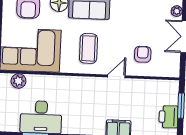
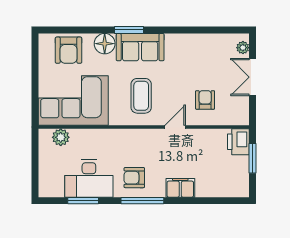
printer: (169, 117) -> (238, 142), moved
armchair: (80, 118) -> (134, 178), added

